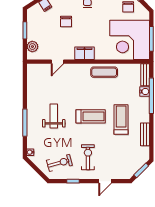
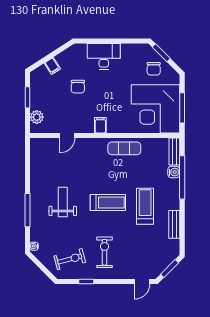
filing cabinet: (84, 53) -> (100, 125), width x0.50
door: (105, 181) -> (142, 281), moved

